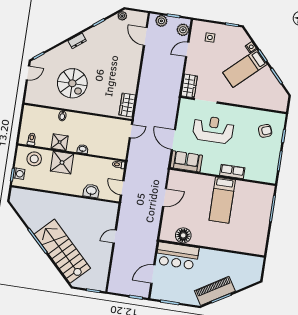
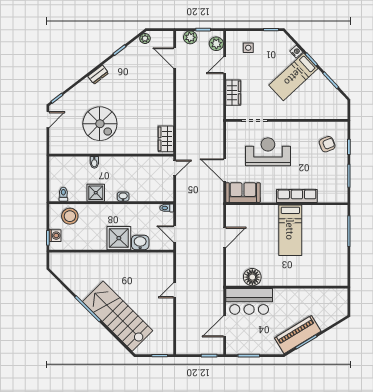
wardrobe: (189, 86) -> (233, 93), moved
shower: (62, 163) -> (119, 238), moved
row of seats: (232, 171) -> (297, 196), width x1.48

